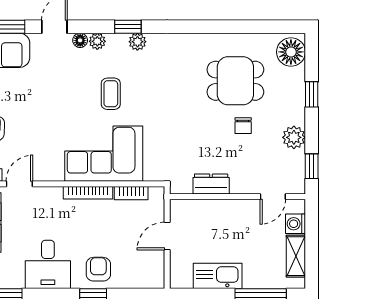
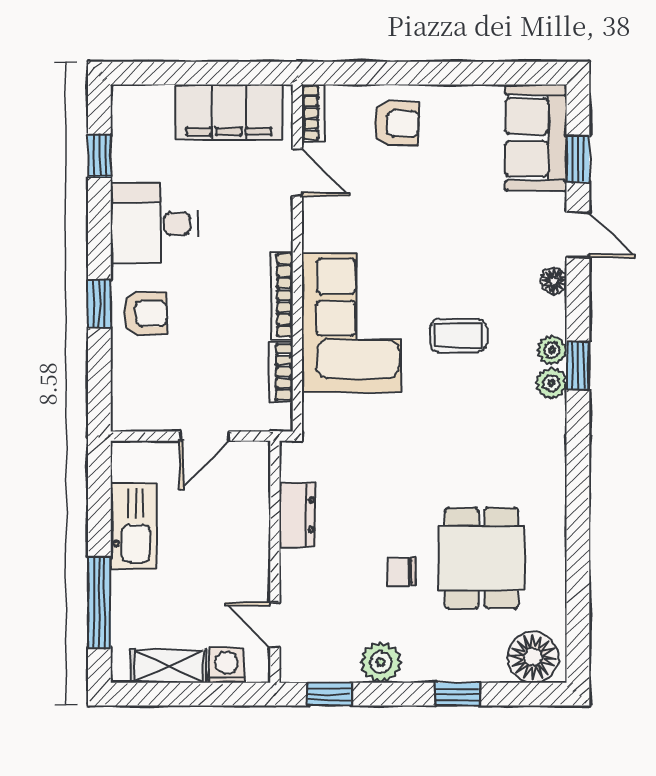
plant: (97, 41) -> (552, 350), moved
door: (167, 236) -> (205, 436), swing flipped

